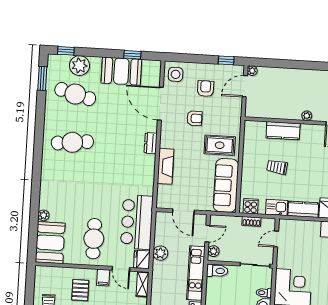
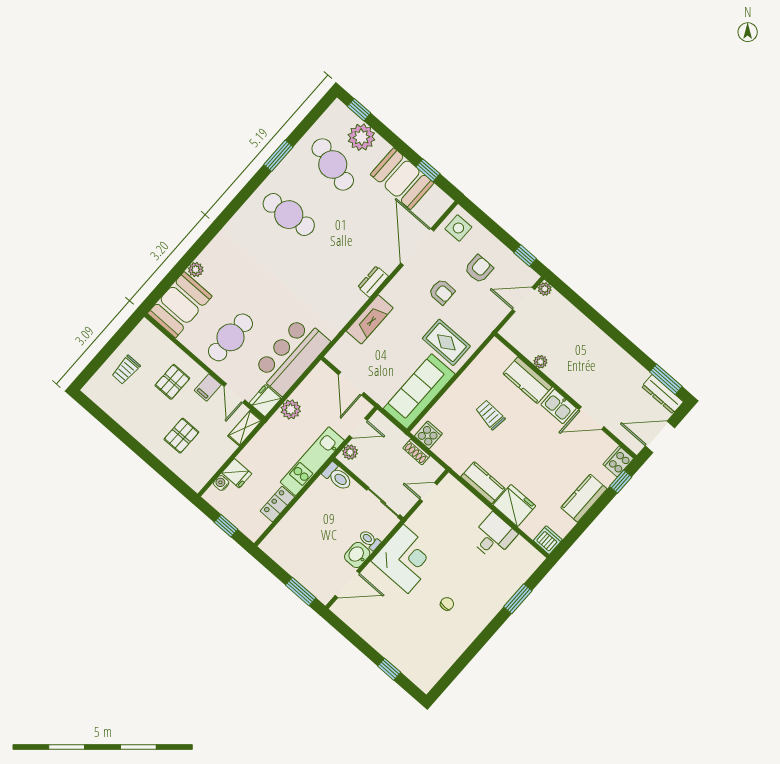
window: (42, 78) -> (278, 156), moved
plant: (307, 116) -> (541, 362), moved
kitchen sink: (277, 208) -> (559, 406), moved, turned 180

